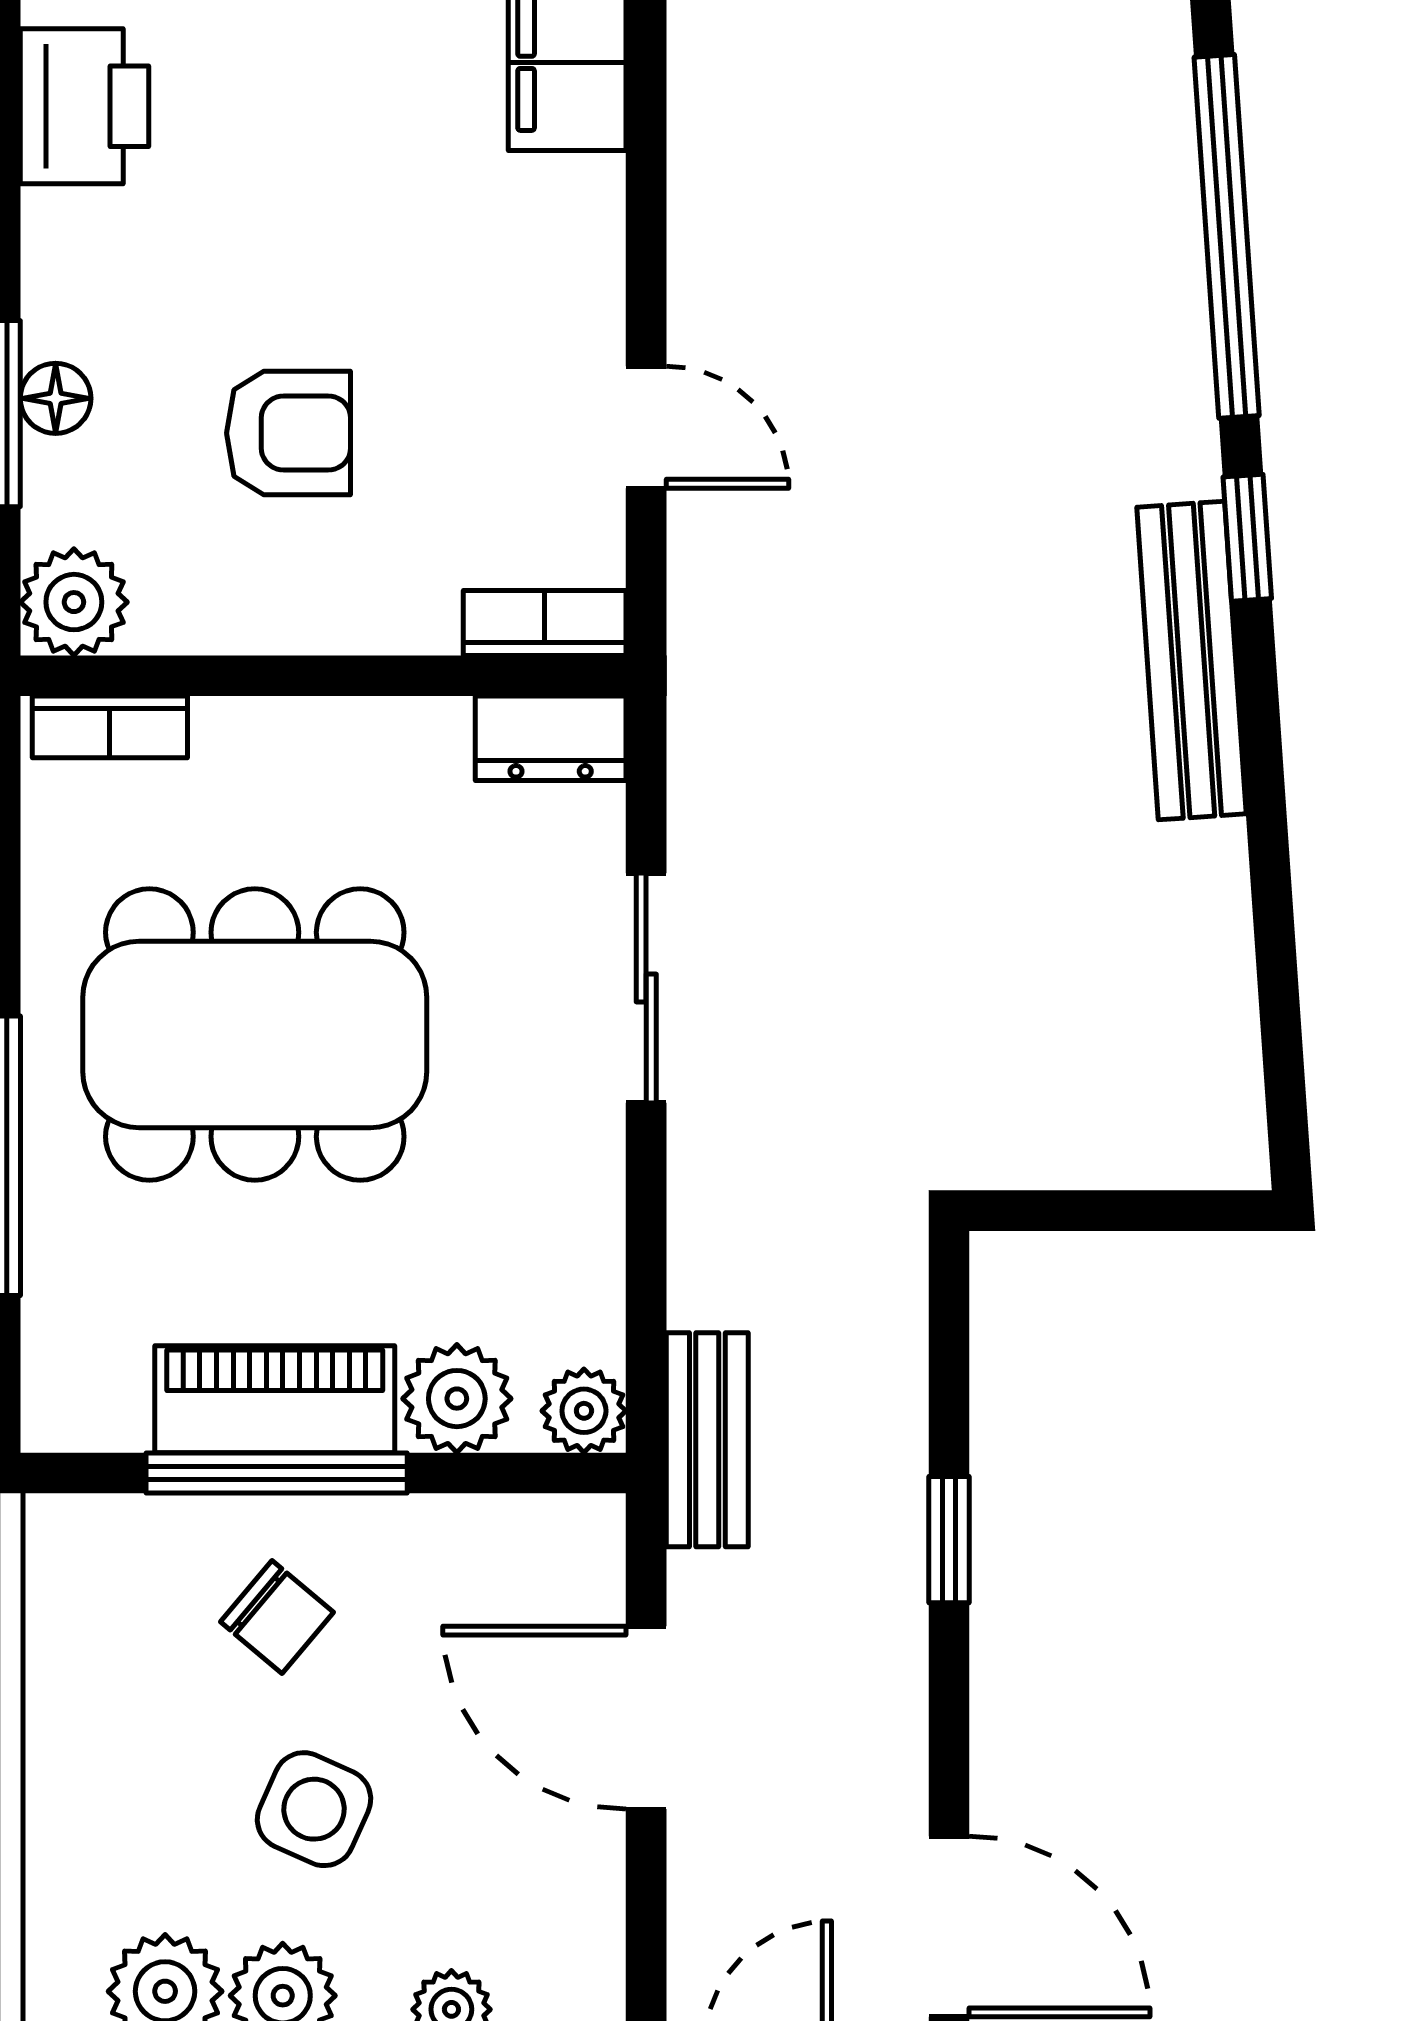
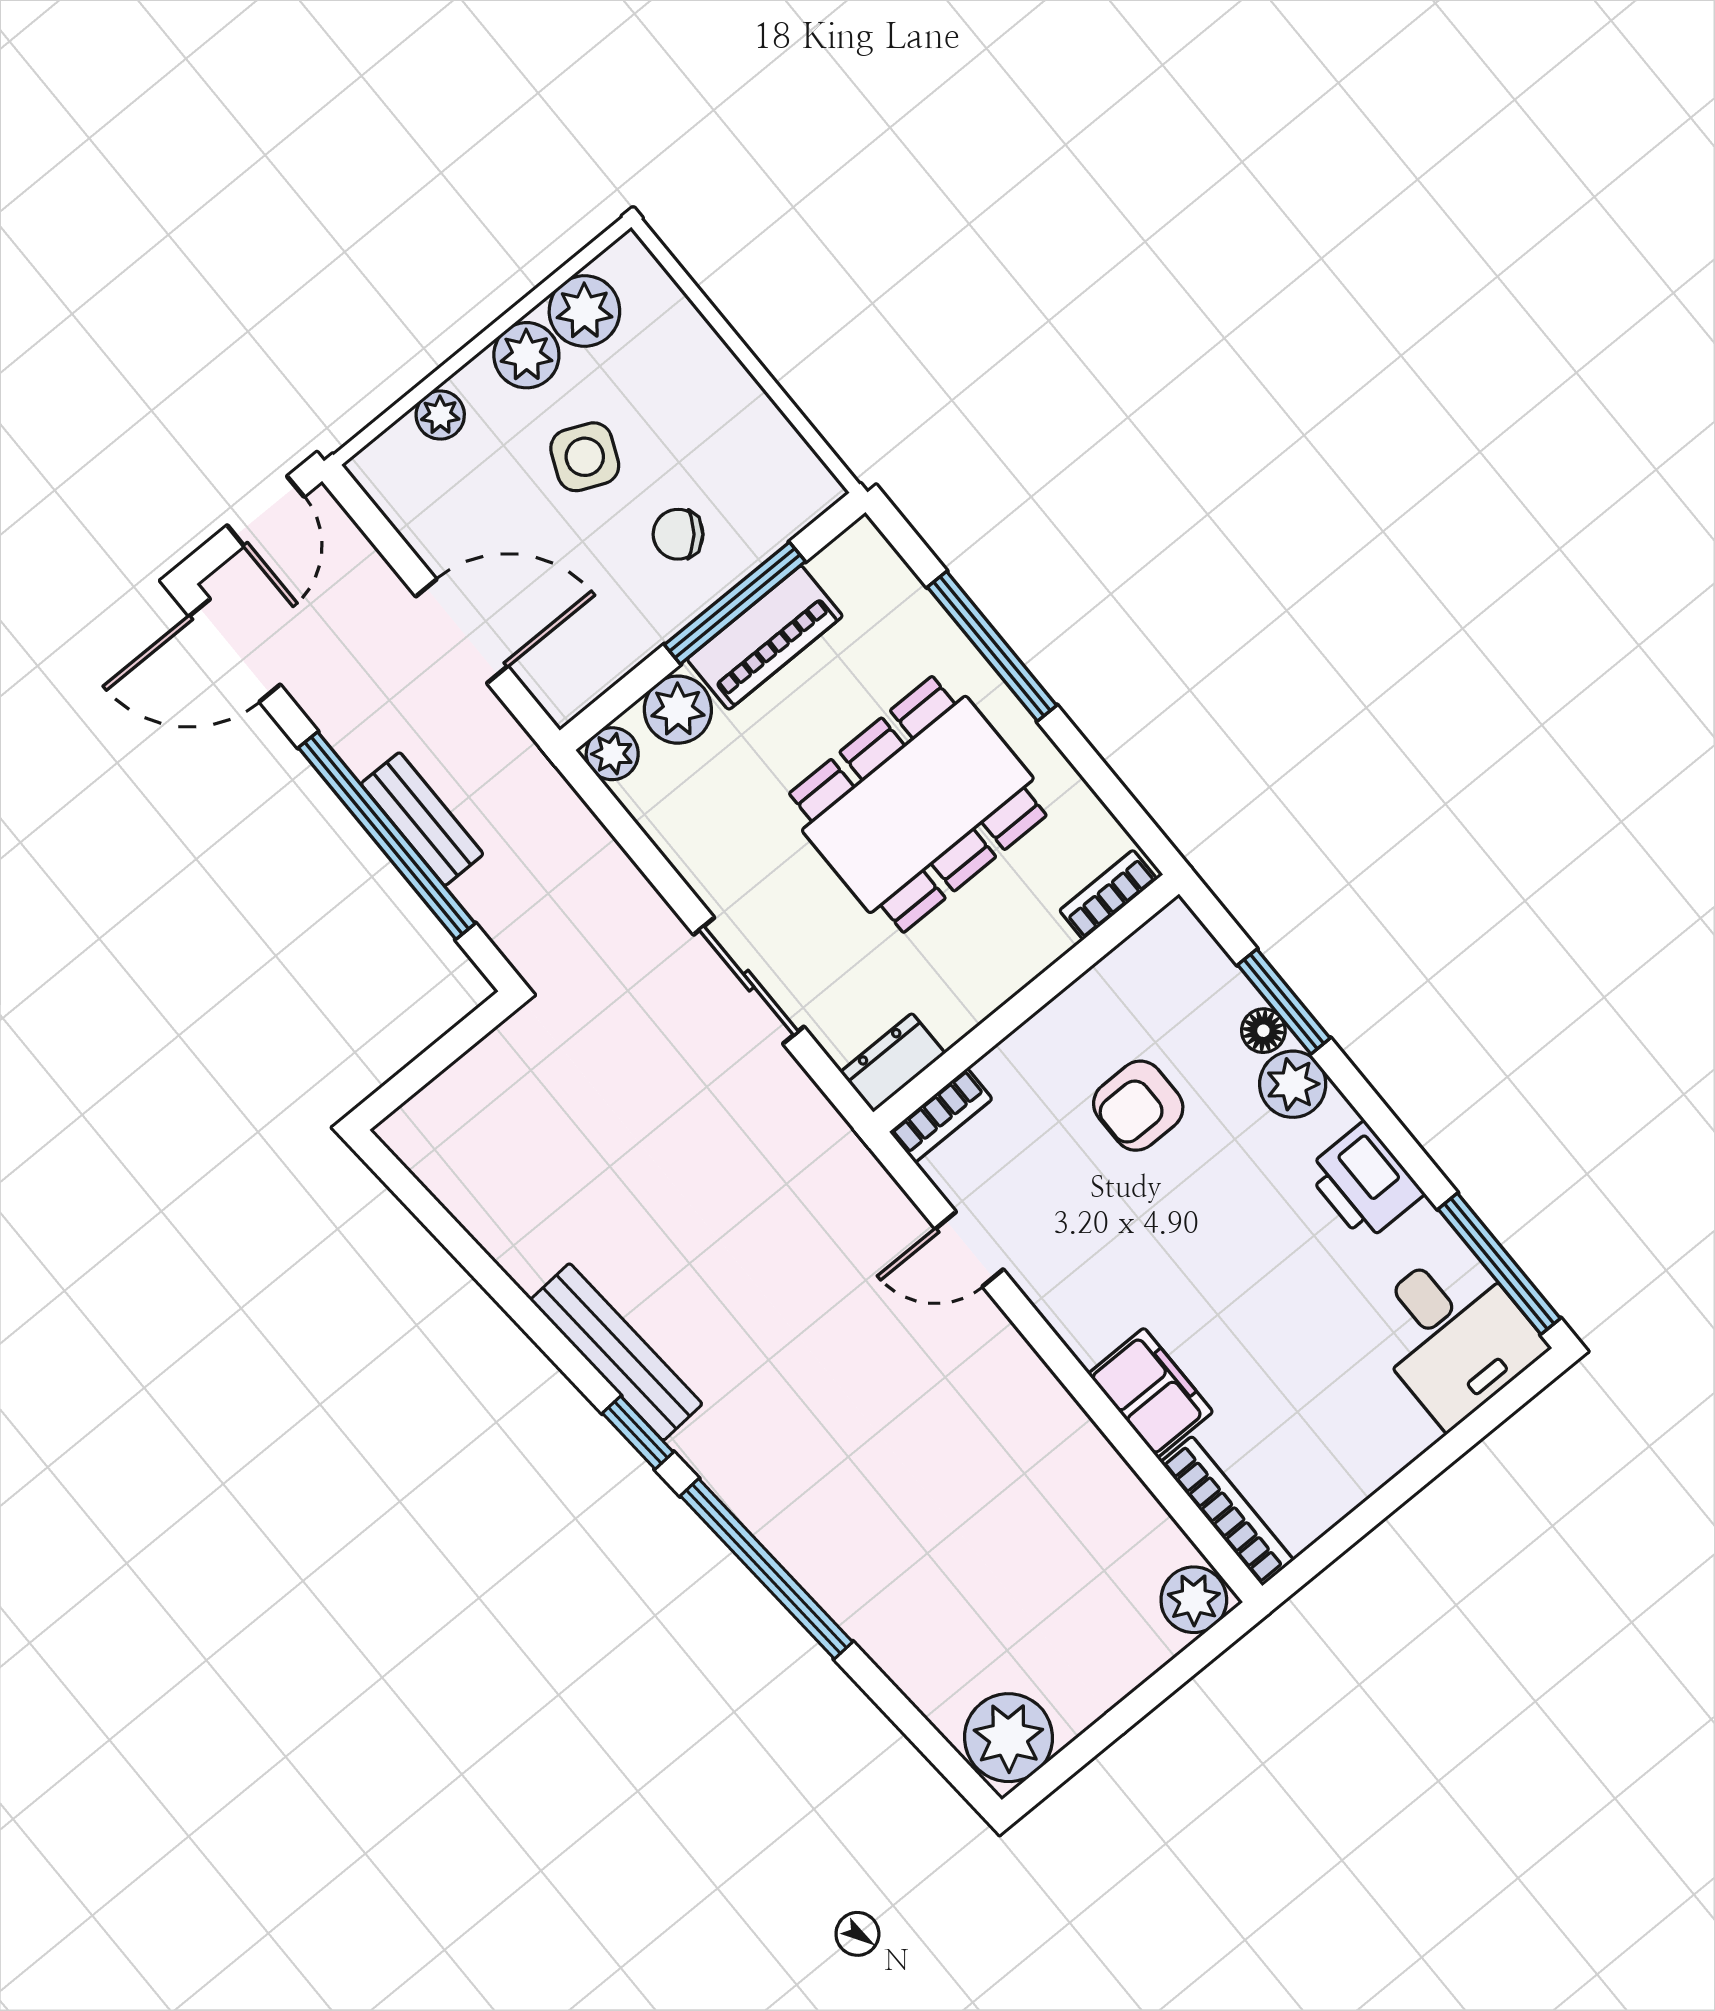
plant: (74, 602) -> (1293, 1084), moved
bench: (707, 1440) -> (422, 819), moved
window: (949, 1540) -> (387, 836), width x3.17

